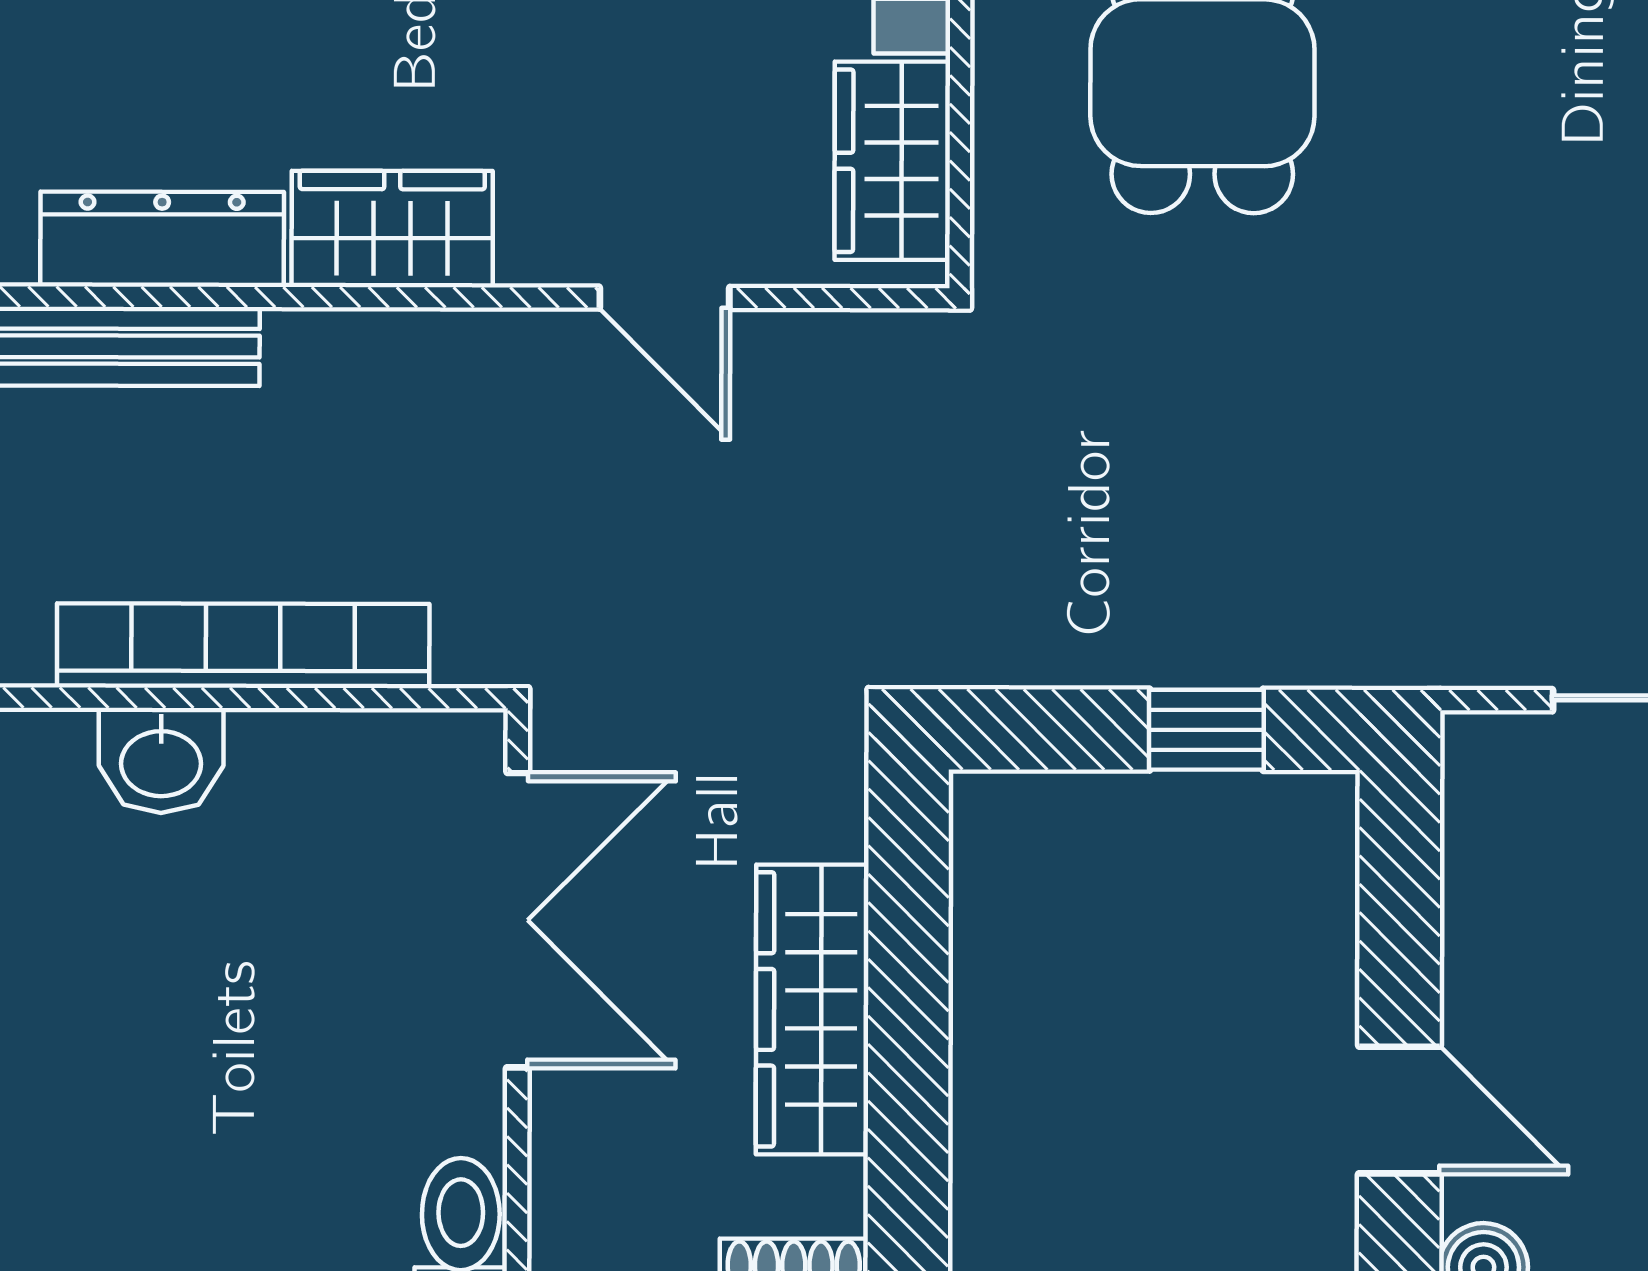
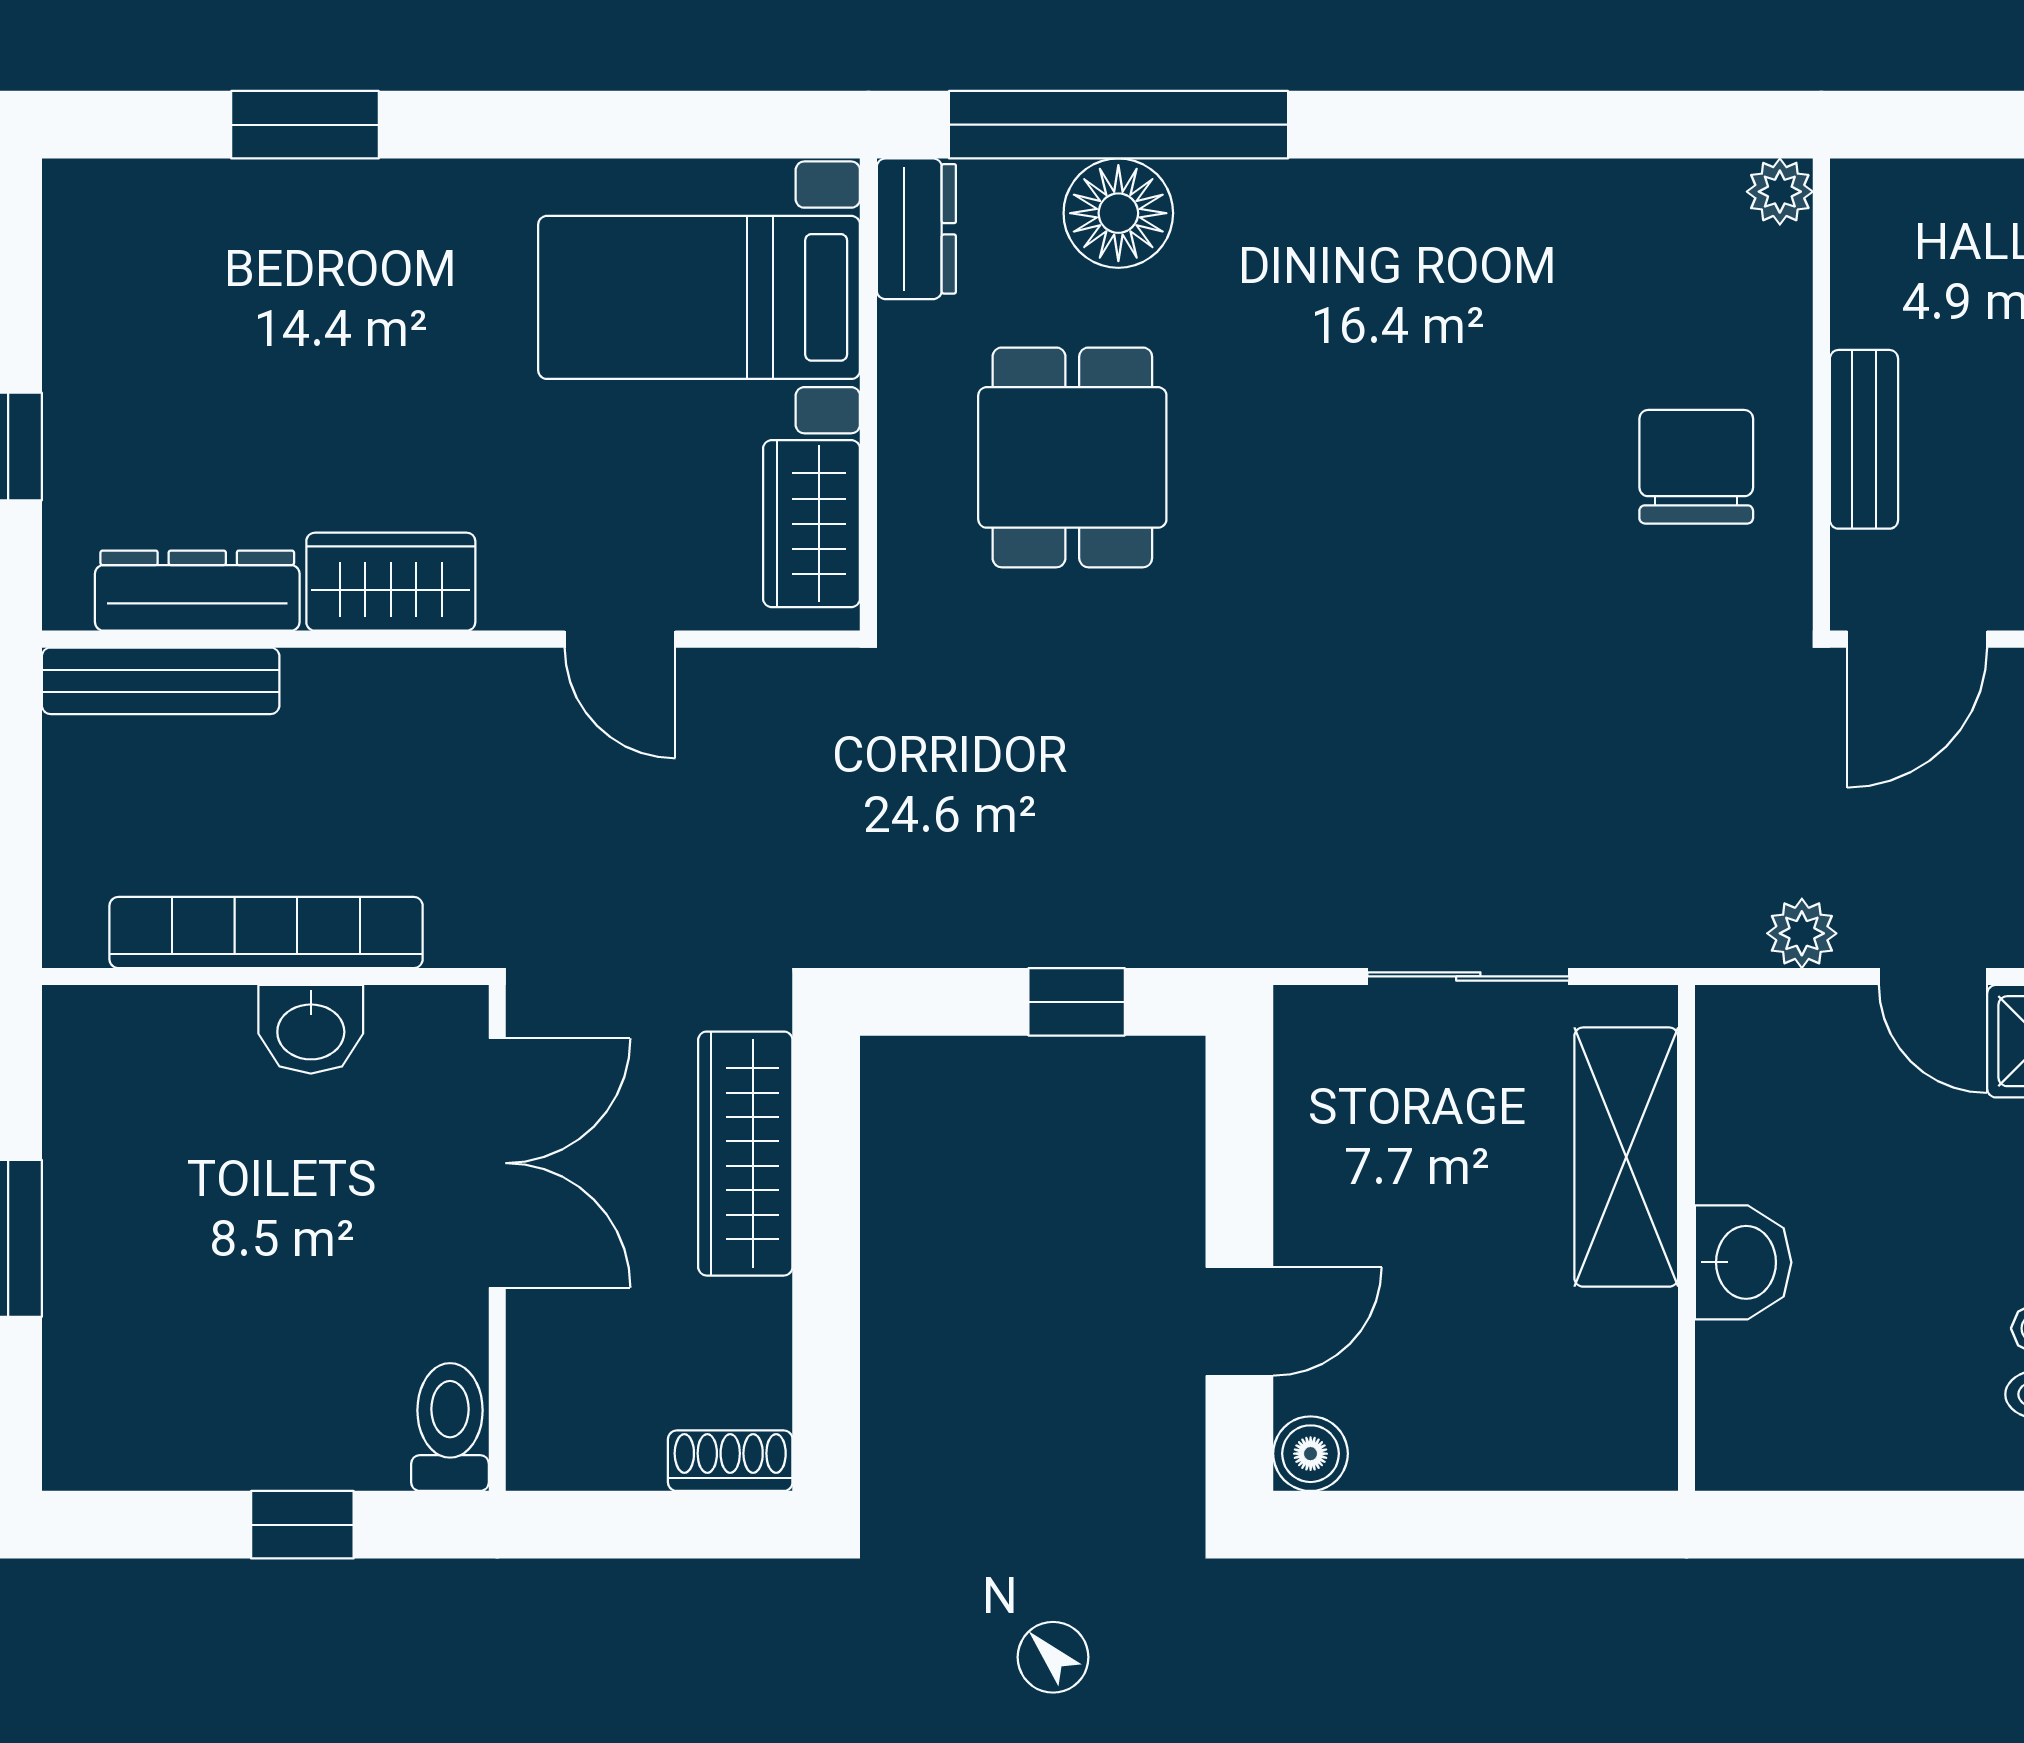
washbasin: (161, 761) -> (311, 1029), moved
wardrobe: (812, 1009) -> (745, 1154), moved
door: (1399, 1110) -> (1239, 1321), hinge flipped

